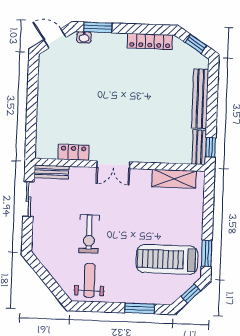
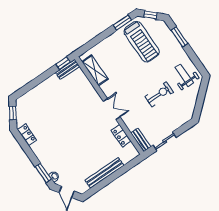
locker: (150, 41) -> (27, 135), width x0.66
bench: (200, 99) -> (104, 173), moved
weight bench: (89, 280) -> (184, 75), turned 90

